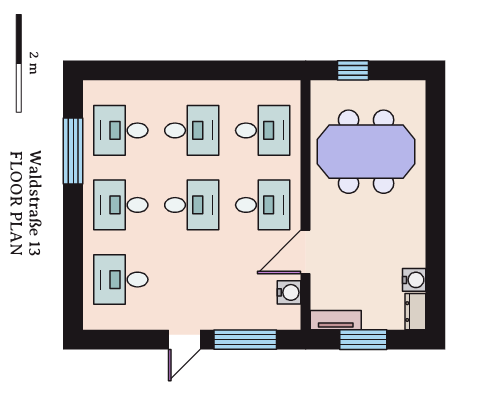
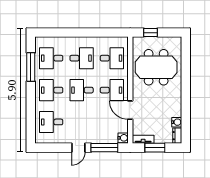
desk: (192, 205) -> (82, 90), turned 180
door: (306, 252) -> (130, 110), hinge flipped
water cooler: (289, 292) -> (123, 138), moved

